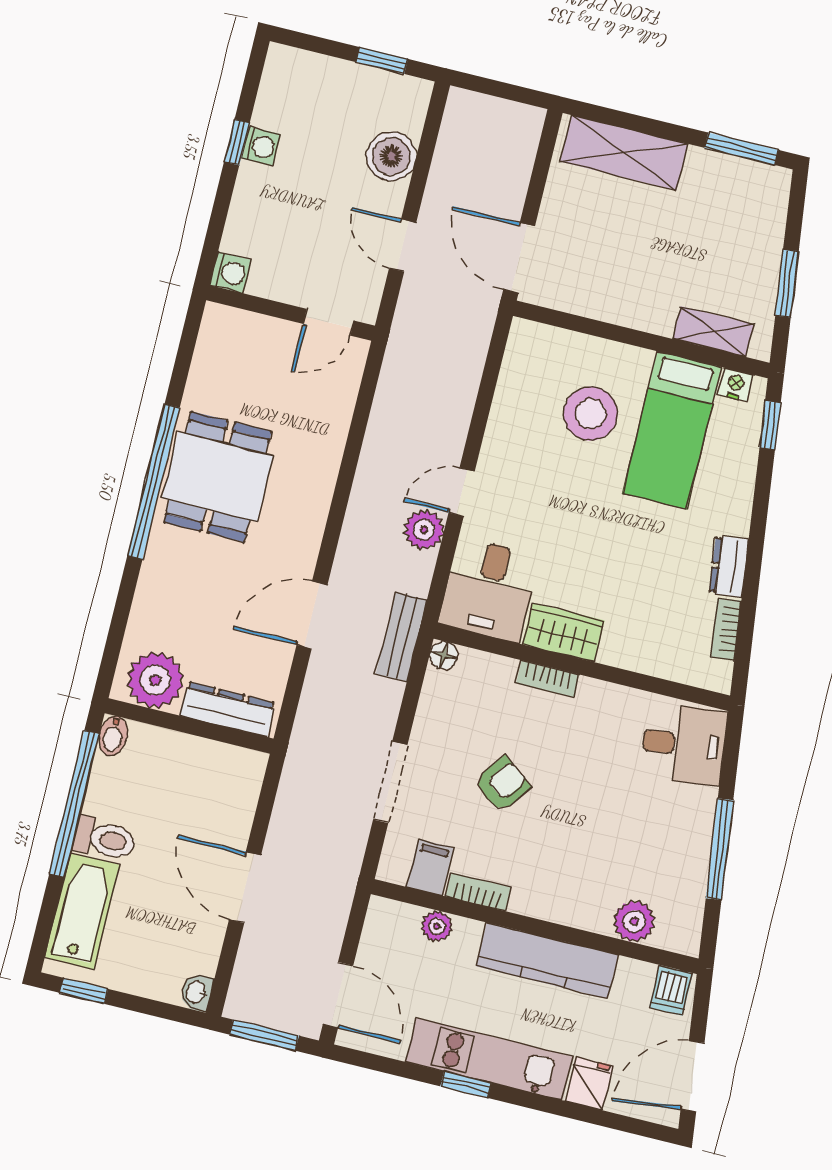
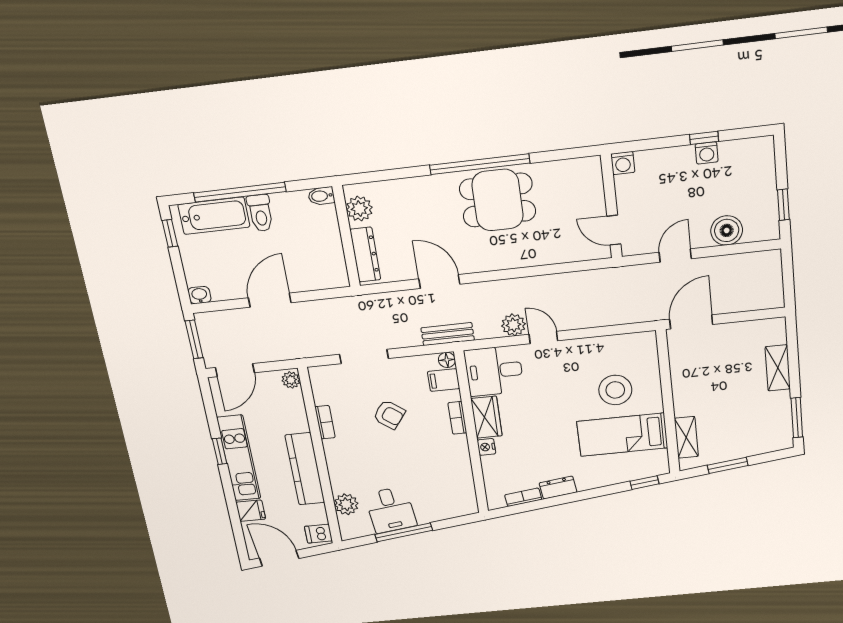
shelving: (624, 153) -> (778, 368), width x0.67, depth x0.75
nightstand: (735, 385) -> (486, 447), moved, turned 180
plant: (155, 680) -> (359, 209), width x0.73, depth x0.73
desk: (684, 744) -> (391, 510), moved
window: (74, 804) -> (240, 192), moved
filing cabinet: (430, 867) -> (444, 380), moved, turned 180
plant: (437, 926) -> (291, 380), moved

